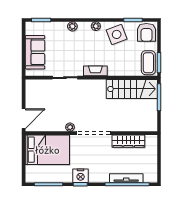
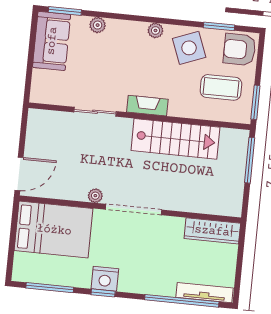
plant: (72, 26) -> (98, 25), moved
armchair: (146, 32) -> (239, 49), turned 90
sofa: (35, 52) -> (52, 41), moved
coffee table: (148, 63) -> (221, 87), moved, turned 90
stairs: (132, 89) -> (175, 139), moved
wardrobe: (128, 141) -> (212, 231), moved
tv unit: (126, 178) -> (204, 293), moved

